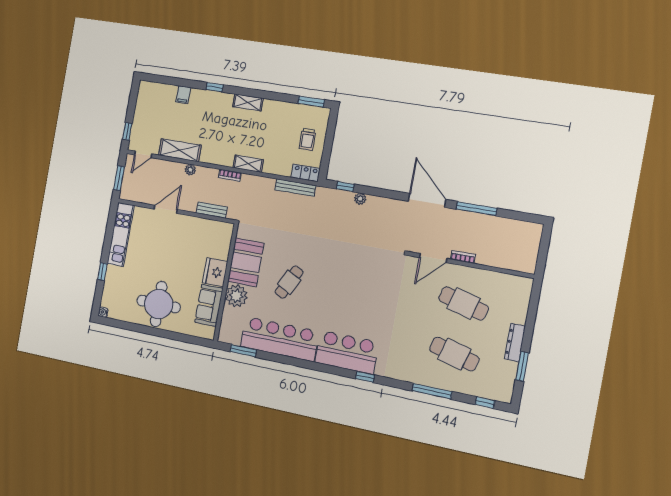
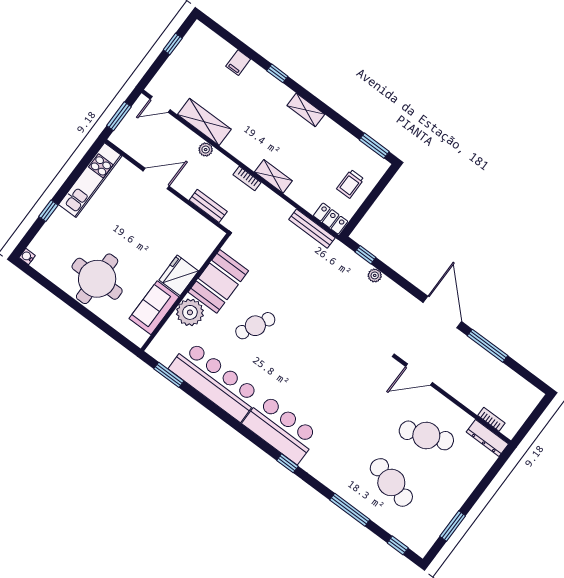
window: (127, 131) -> (173, 44), moved
bookcase: (463, 257) -> (491, 419), moved
cafe table: (464, 303) -> (426, 435), turned -36
dresser: (515, 343) -> (487, 438), moved, turned -90

